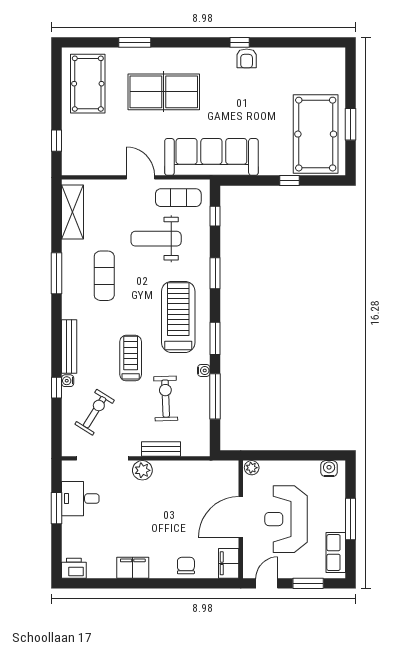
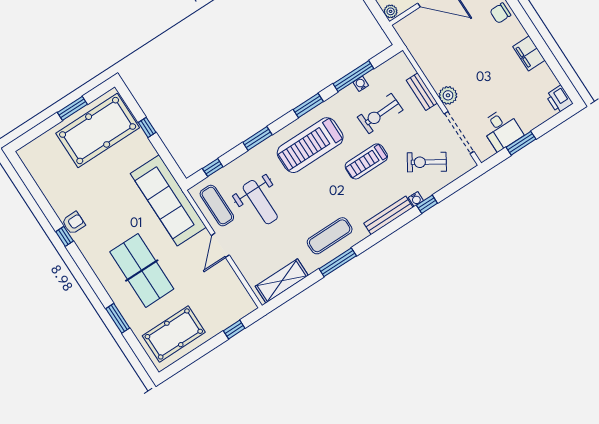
exercise mat: (104, 276) -> (330, 236), moved
water cooler: (204, 370) -> (361, 84), moved

